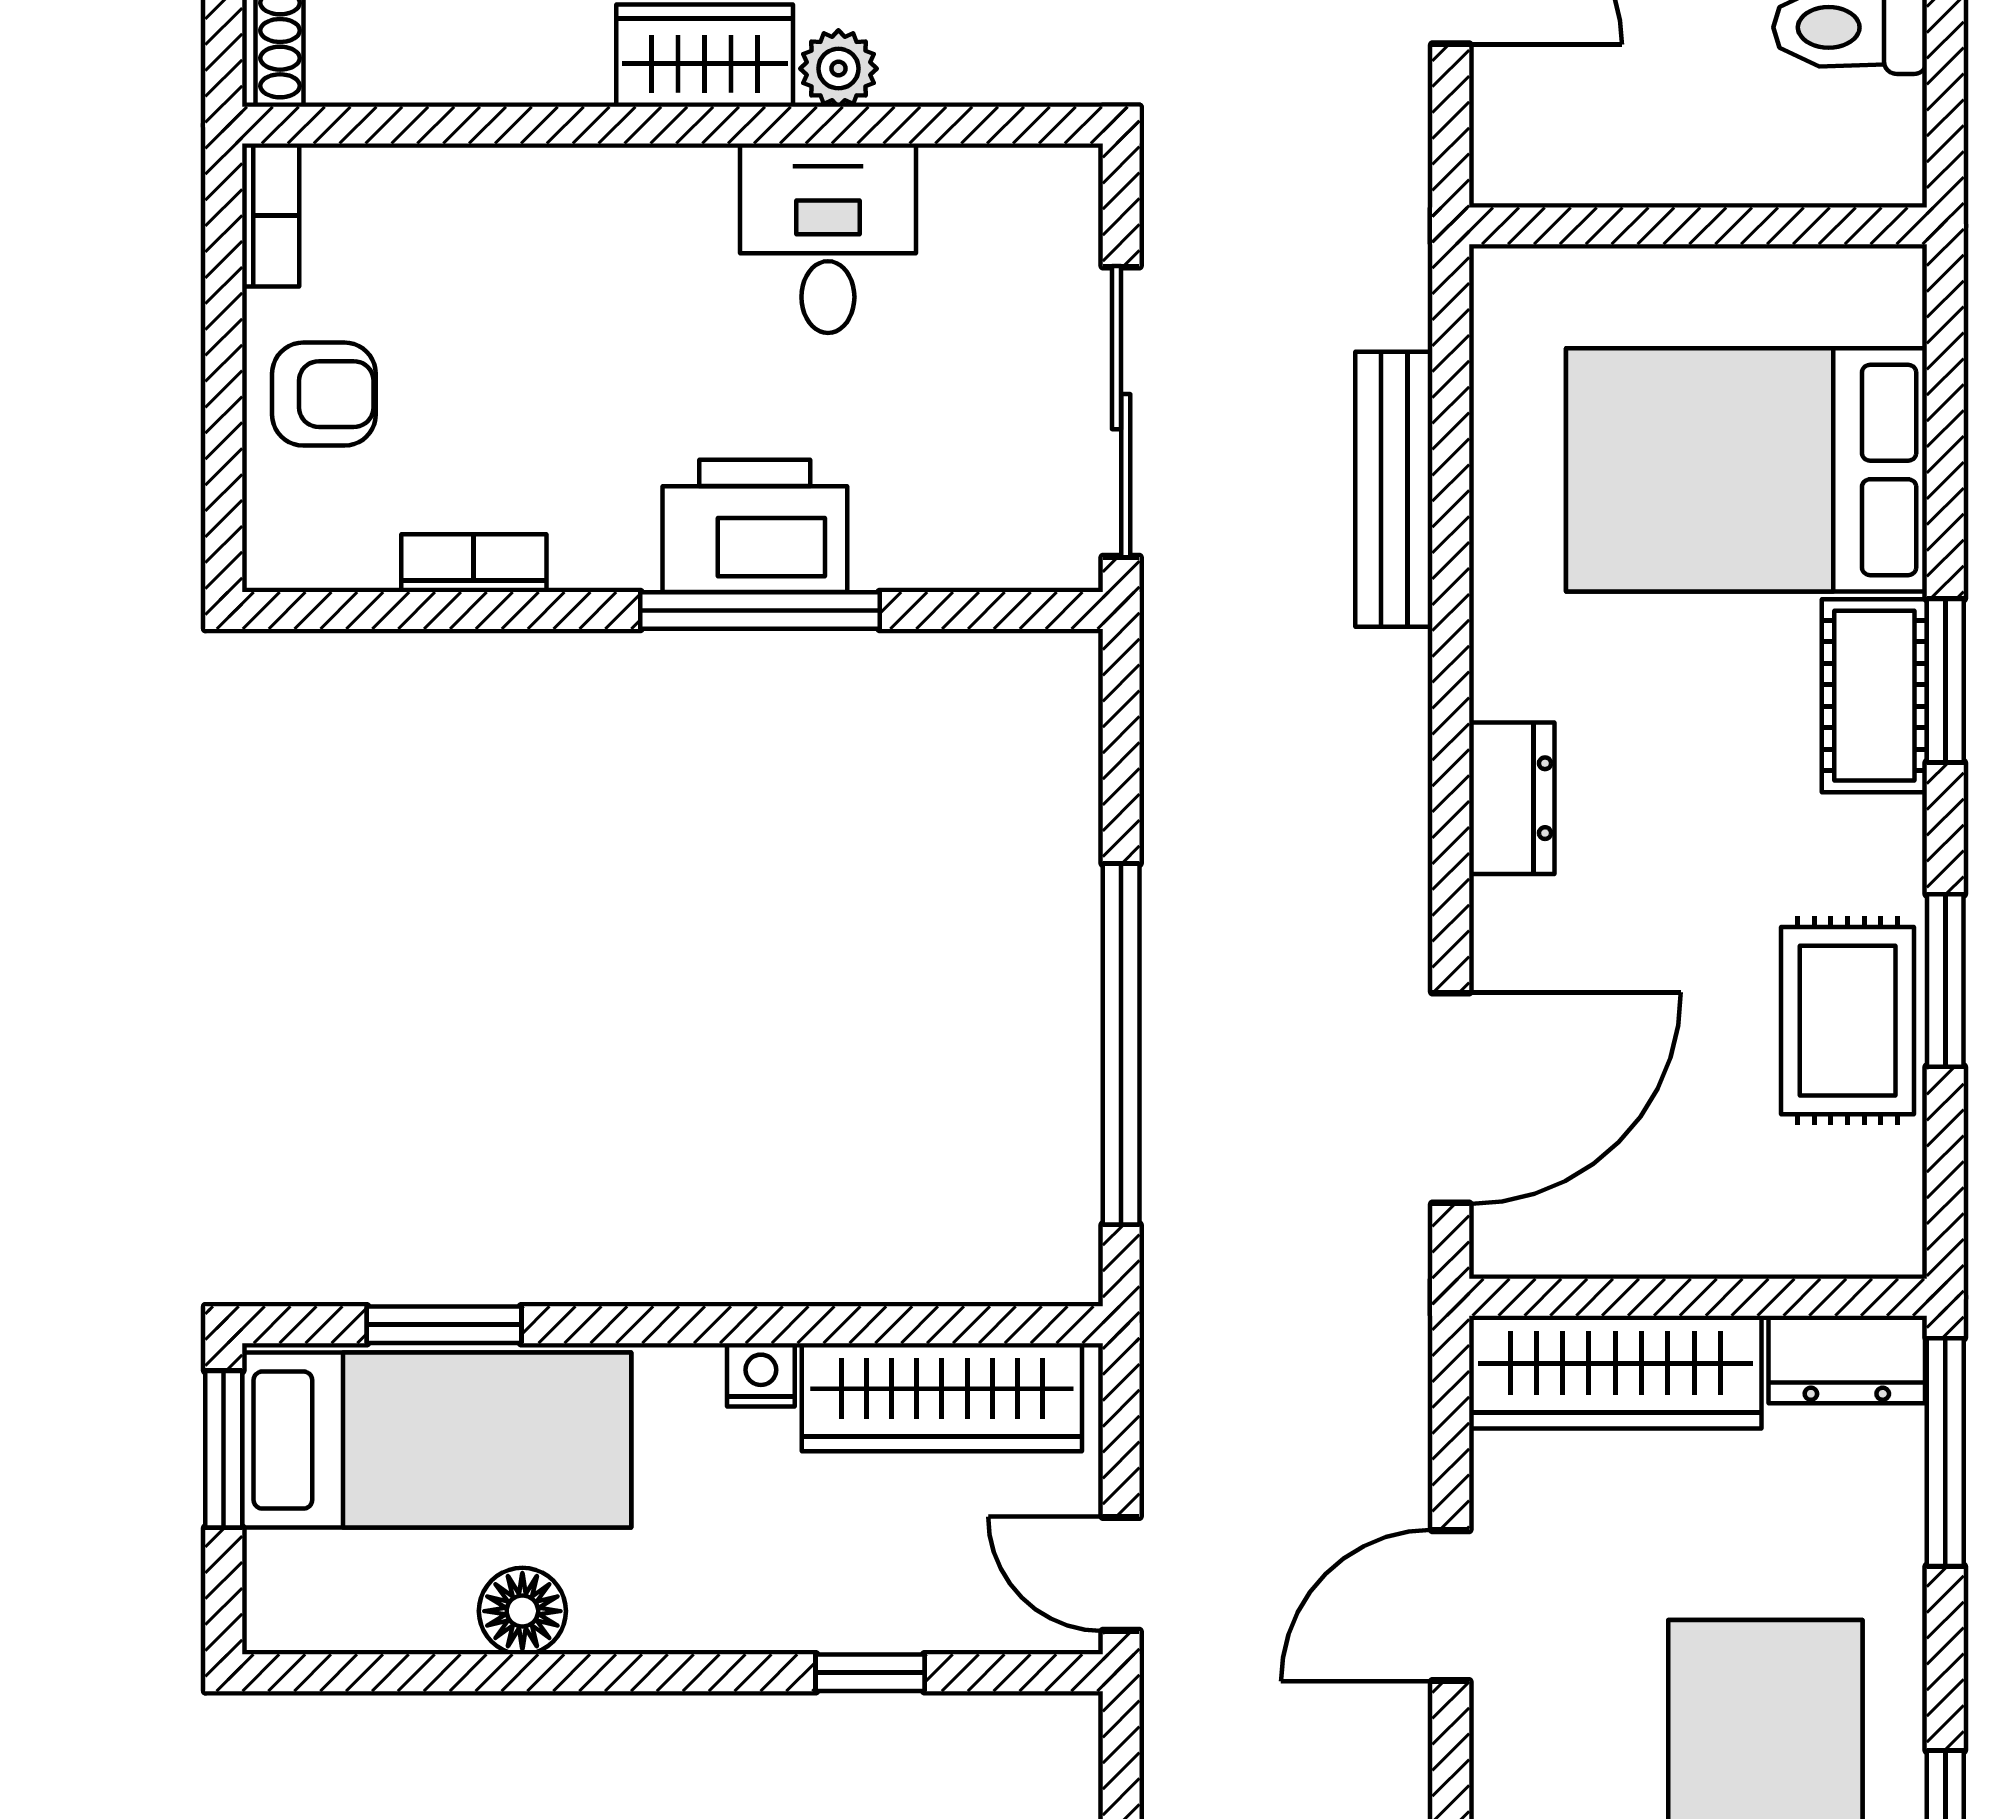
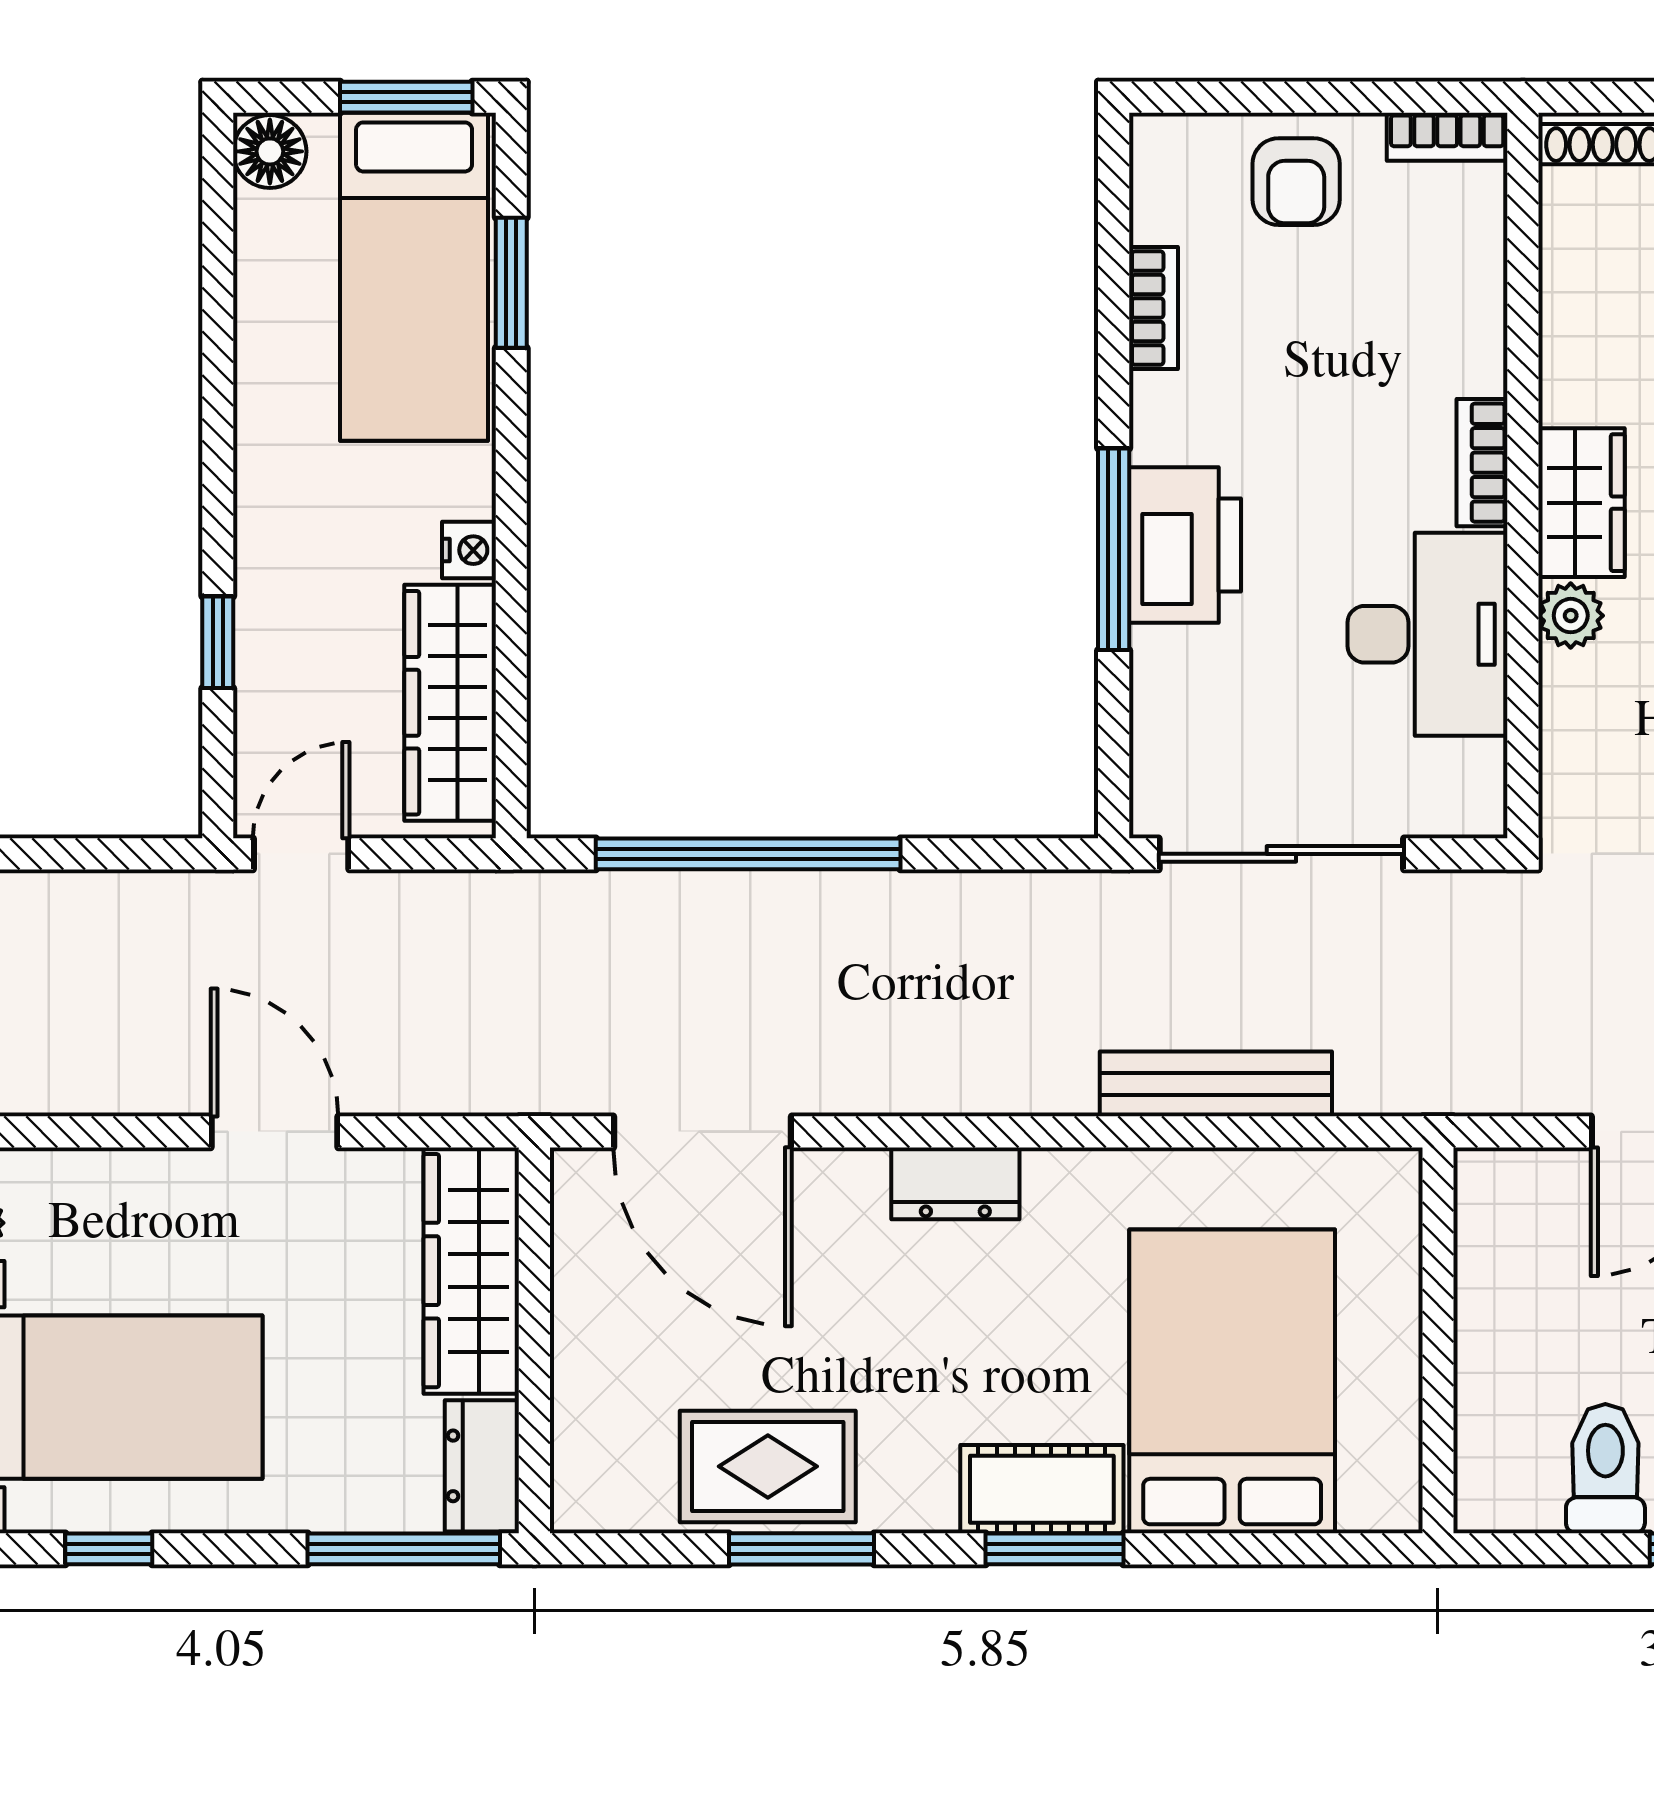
bookcase: (657, 174) -> (1482, 463), added
desk: (828, 238) -> (1428, 634), width x1.37
floor lamp: (522, 1611) -> (270, 151), moved

